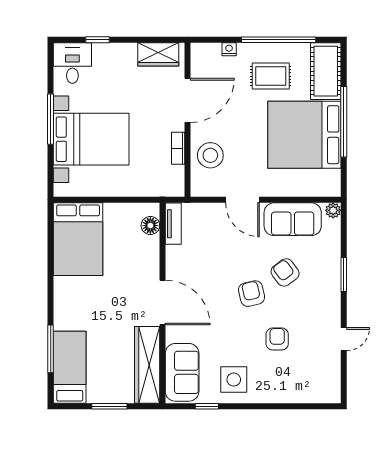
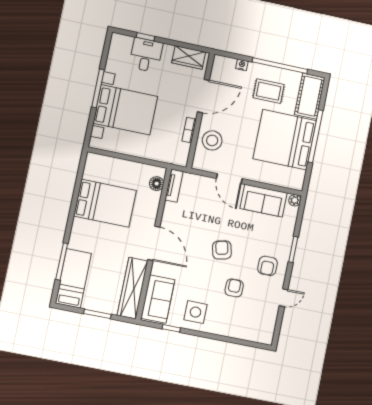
desk: (72, 63) -> (146, 55), moved
bed: (78, 239) -> (105, 203), moved, turned -90
armchair: (285, 272) -> (268, 266), moved, turned -143

